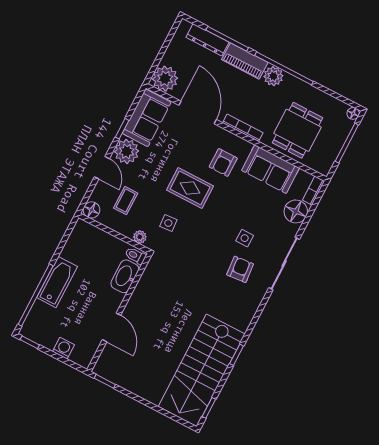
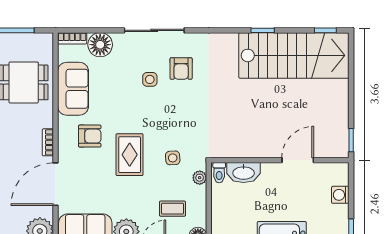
bookcase: (243, 128) -> (48, 142), width x0.64
armchair: (240, 269) -> (181, 69), turned -85

